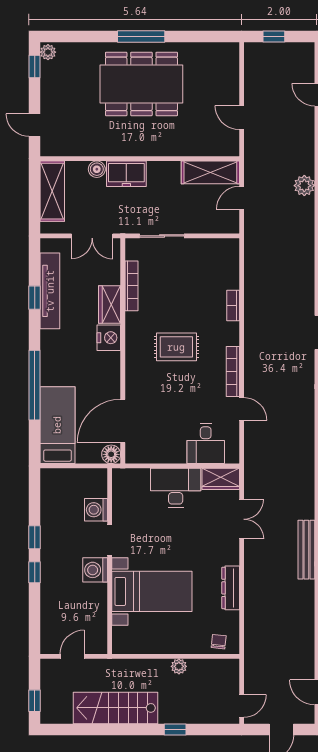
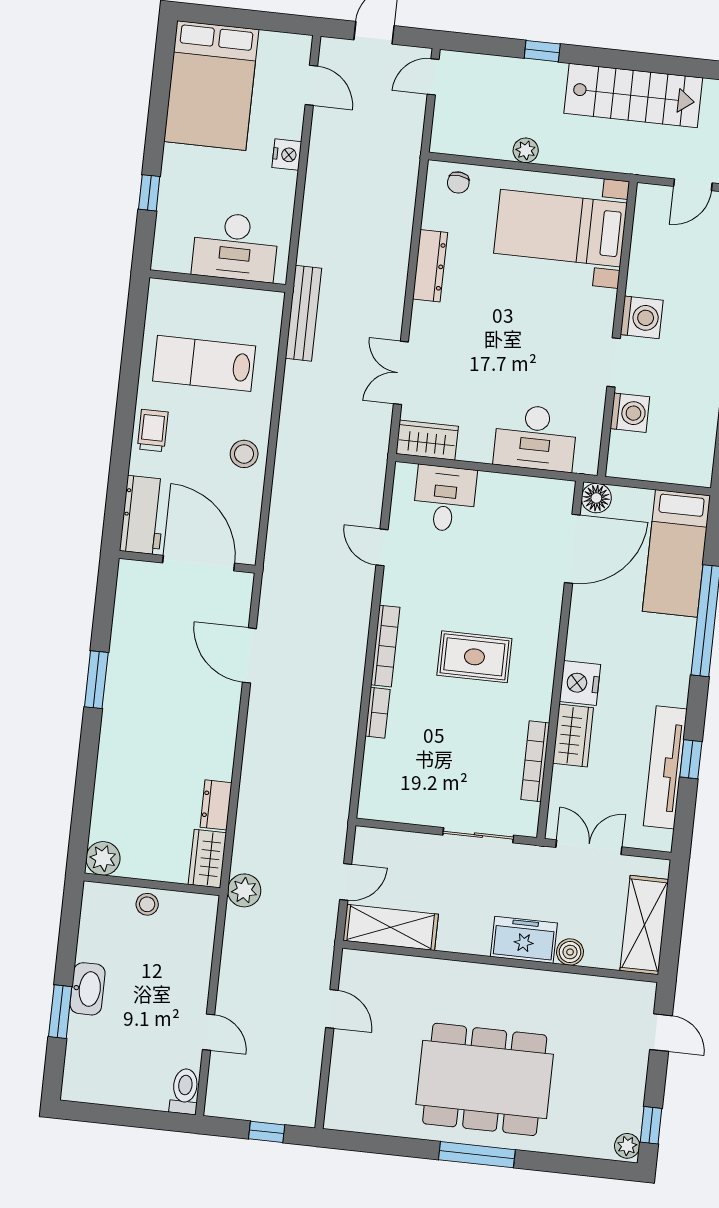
bookcase: (233, 371) -> (385, 646), moved
desk: (176, 488) -> (535, 438), moved
bed with nightstands: (152, 591) -> (560, 228), moved

